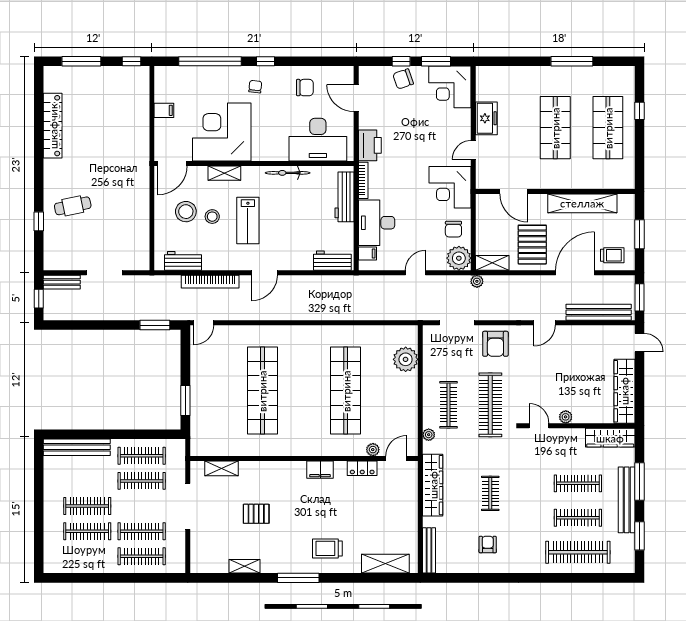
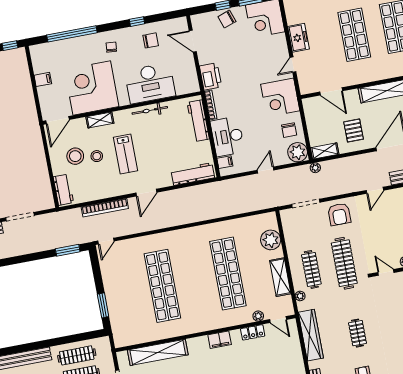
window: (265, 61) -> (137, 22), moved
desk: (318, 140) -> (150, 83), moved
pallet: (532, 245) -> (354, 130), width x0.67, depth x0.71
workbench: (183, 261) -> (63, 190), moved, turned 90
workbench: (332, 261) -> (193, 174), width x1.38
shelving: (409, 407) -> (280, 277), added
door: (396, 458) -> (278, 320), swing flipped
shelving: (221, 468) -> (158, 352), width x2.20, depth x1.33

